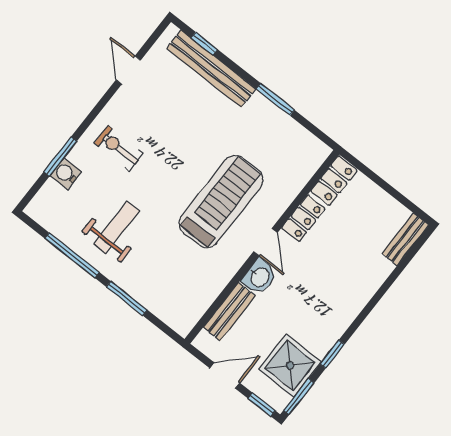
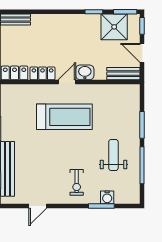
treadmill: (221, 202) -> (64, 117), turned 180
weight bench: (117, 227) -> (113, 155), turned 90
bench: (229, 312) -> (123, 74), moved

